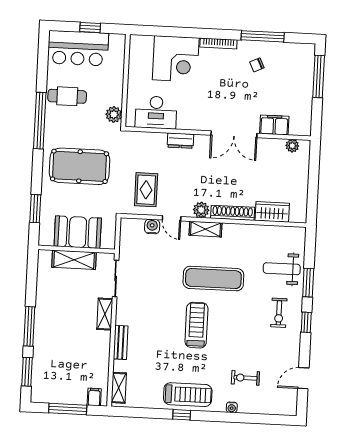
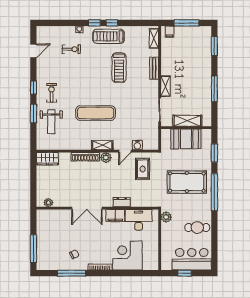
window: (40, 121) -> (214, 192), moved
filing cabinet: (274, 125) -> (115, 216), moved
double door: (234, 134) -> (87, 208), swing flipped
wardrobe: (272, 212) -> (47, 159), moved
door: (172, 218) -> (125, 151), swing flipped
weight bench: (282, 269) -> (51, 122), turned 90
treadmill: (196, 325) -> (119, 68), moved
window: (29, 326) -> (214, 89), moved
window: (208, 416) -> (94, 23), added

